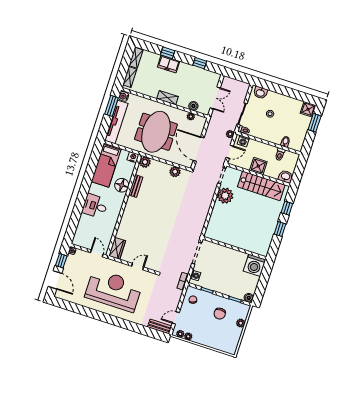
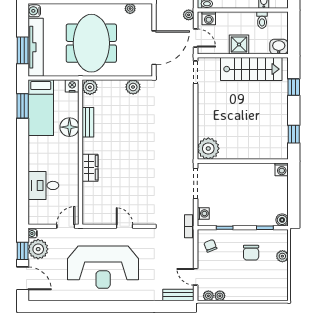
window: (112, 106) -> (23, 50), moved
door: (199, 149) -> (154, 48), swing flipped
door: (230, 152) -> (196, 38), hinge flipped
window: (94, 160) -> (23, 106), added
plant: (225, 196) -> (208, 149), moved
desk: (95, 206) -> (43, 185), moved
window: (280, 229) -> (294, 134), moved
wardrobe: (117, 248) -> (90, 168), moved
door: (97, 253) -> (66, 226), hinge flipped
plant: (72, 263) -> (38, 249), added
washing machine: (255, 265) -> (282, 169), width x0.53, depth x0.53
door: (138, 267) -> (124, 226), hinge flipped
reception desk: (114, 290) -> (103, 267), turned 180
door: (176, 318) -> (196, 277), hinge flipped

